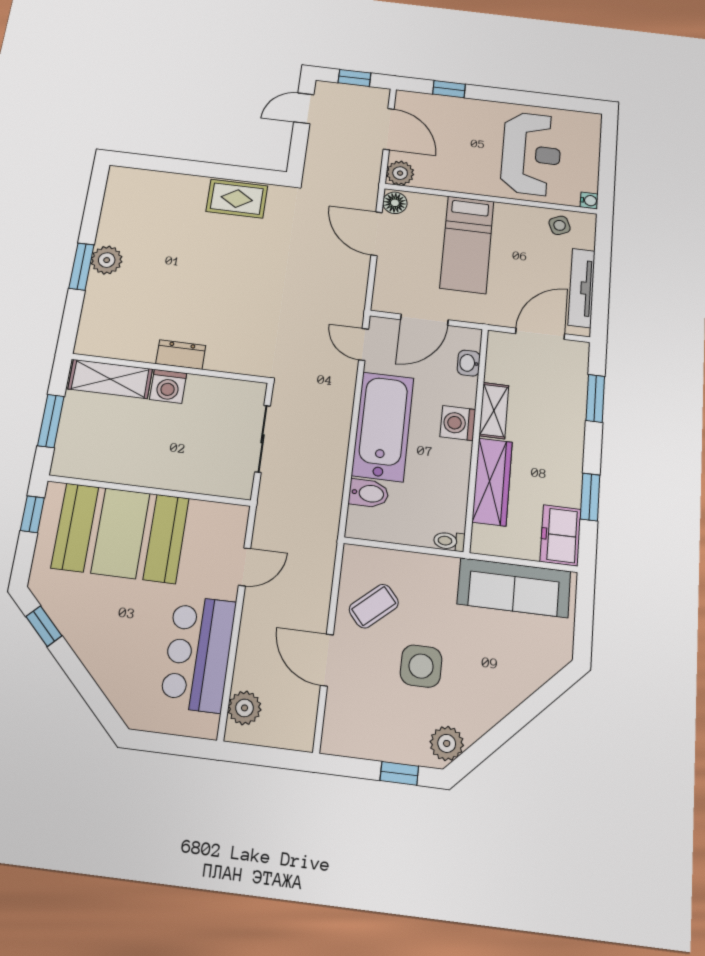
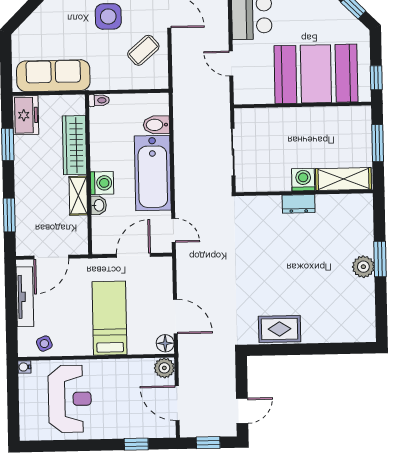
reception desk: (531, 154) -> (70, 399), turned 180
washbasin: (469, 363) -> (99, 205), moved
door: (245, 567) -> (231, 63), hinge flipped

